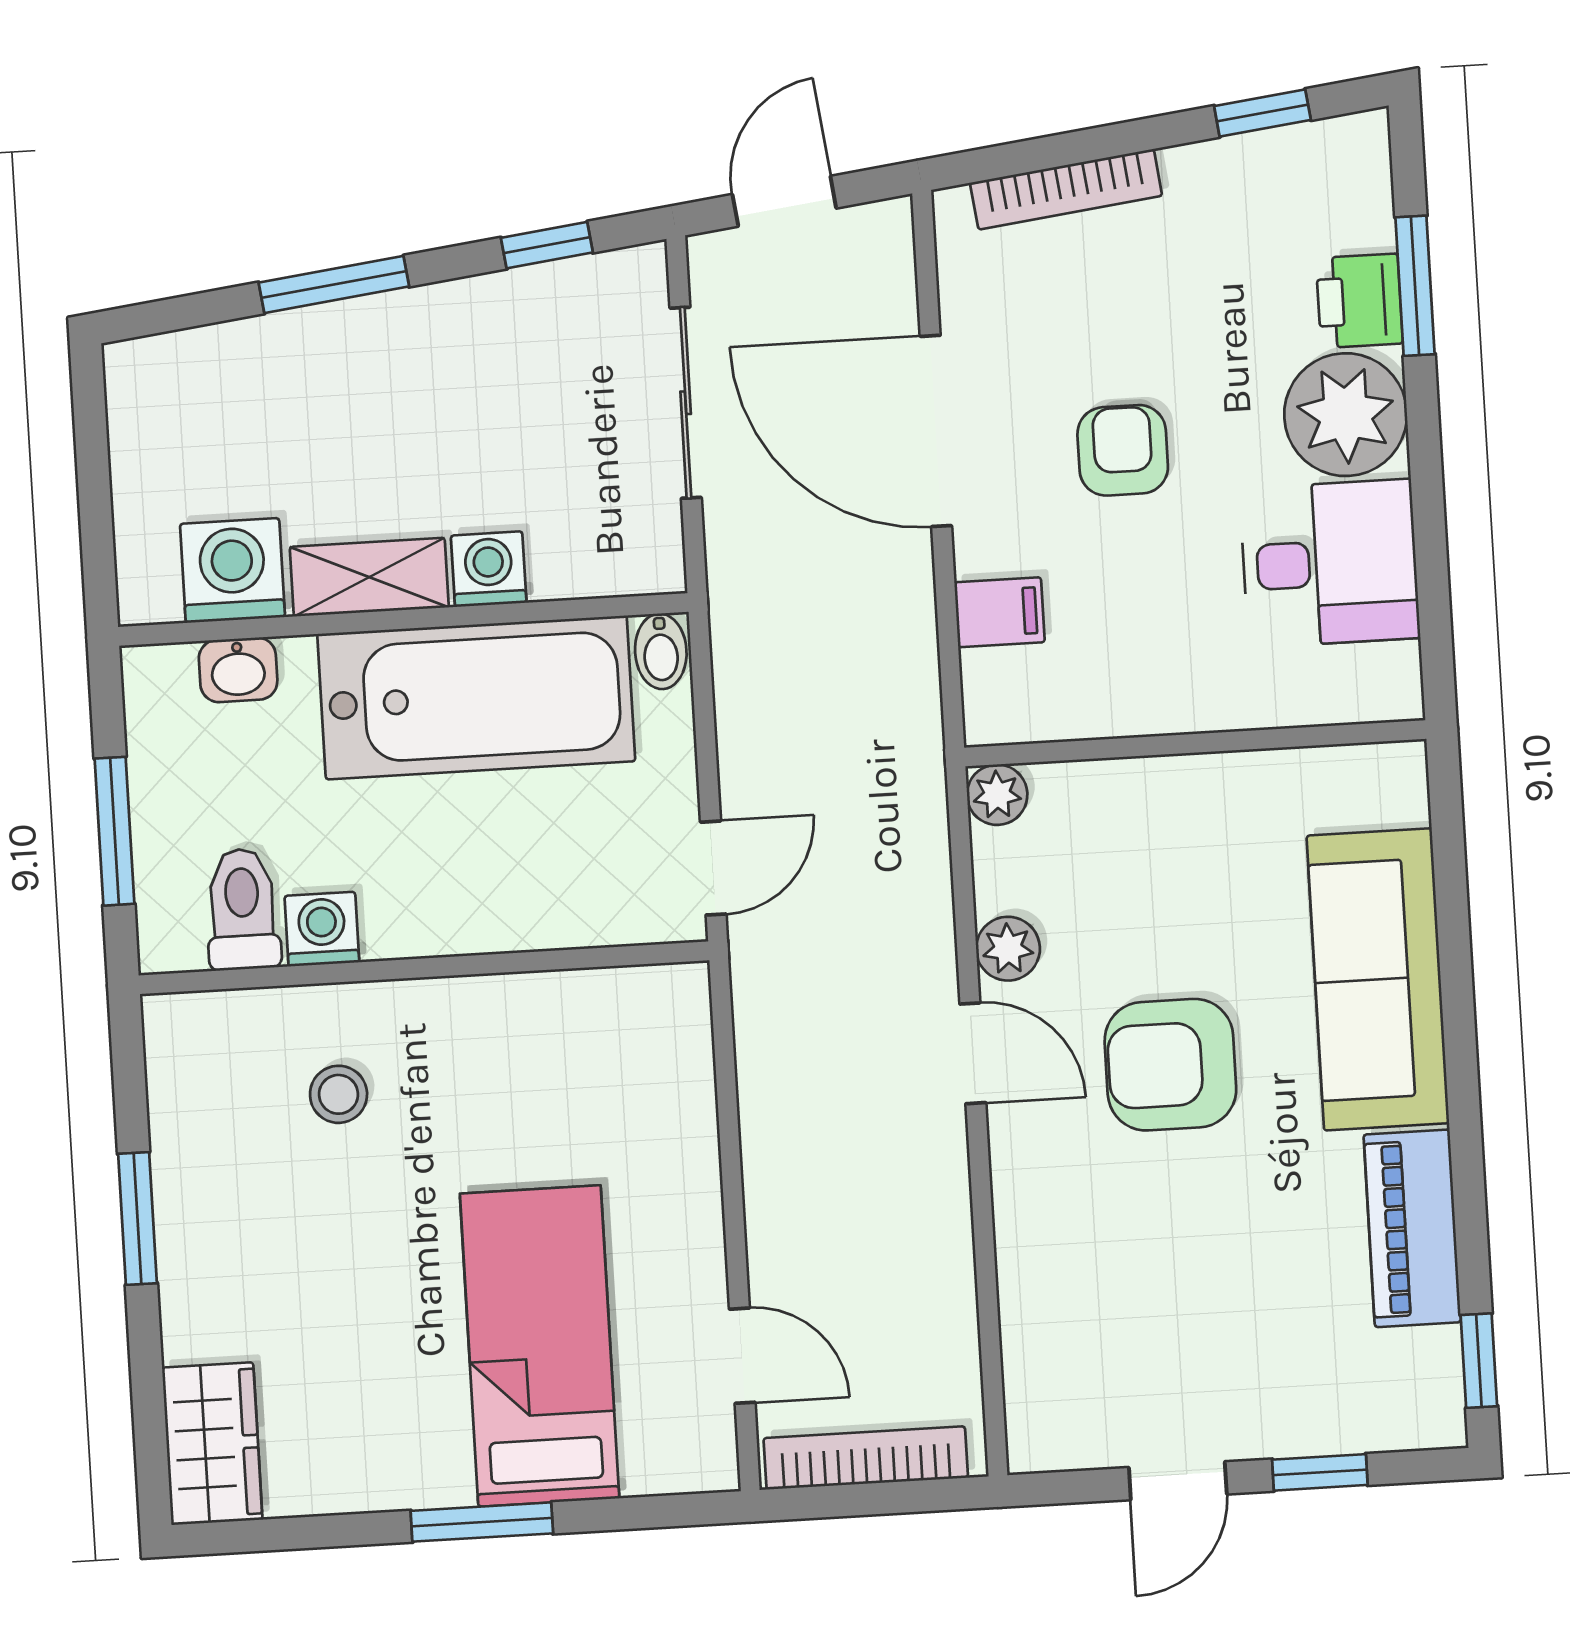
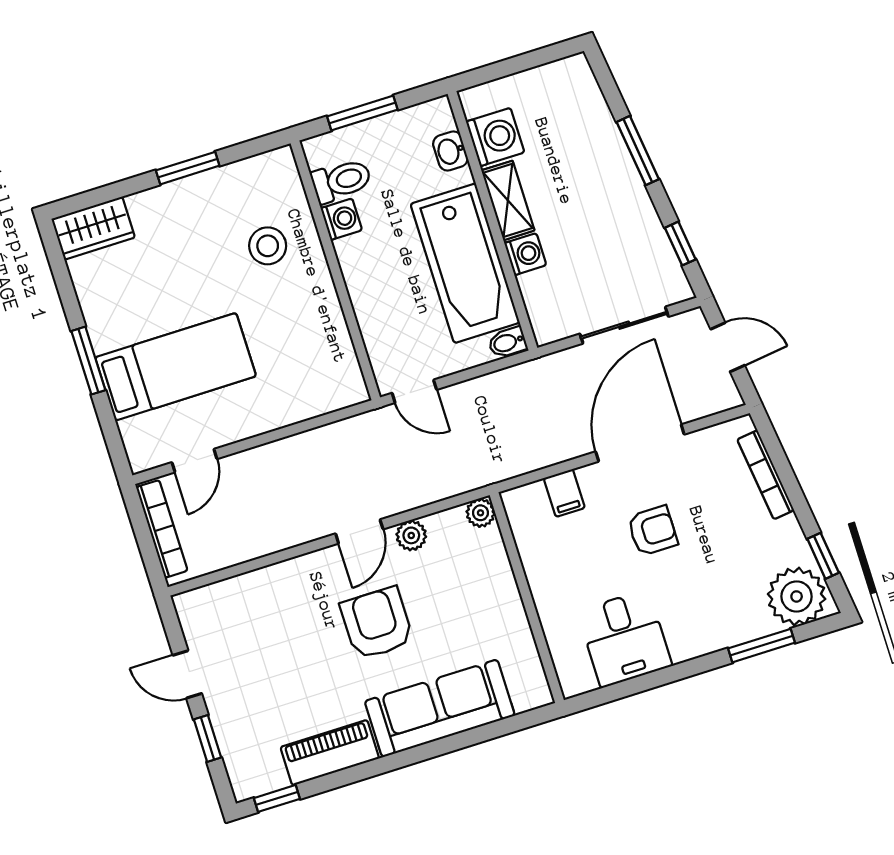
printer: (1359, 301) -> (748, 622), removed
plant: (1346, 415) -> (797, 596), moved
stool: (339, 1094) -> (268, 246), width x1.37, depth x1.37

